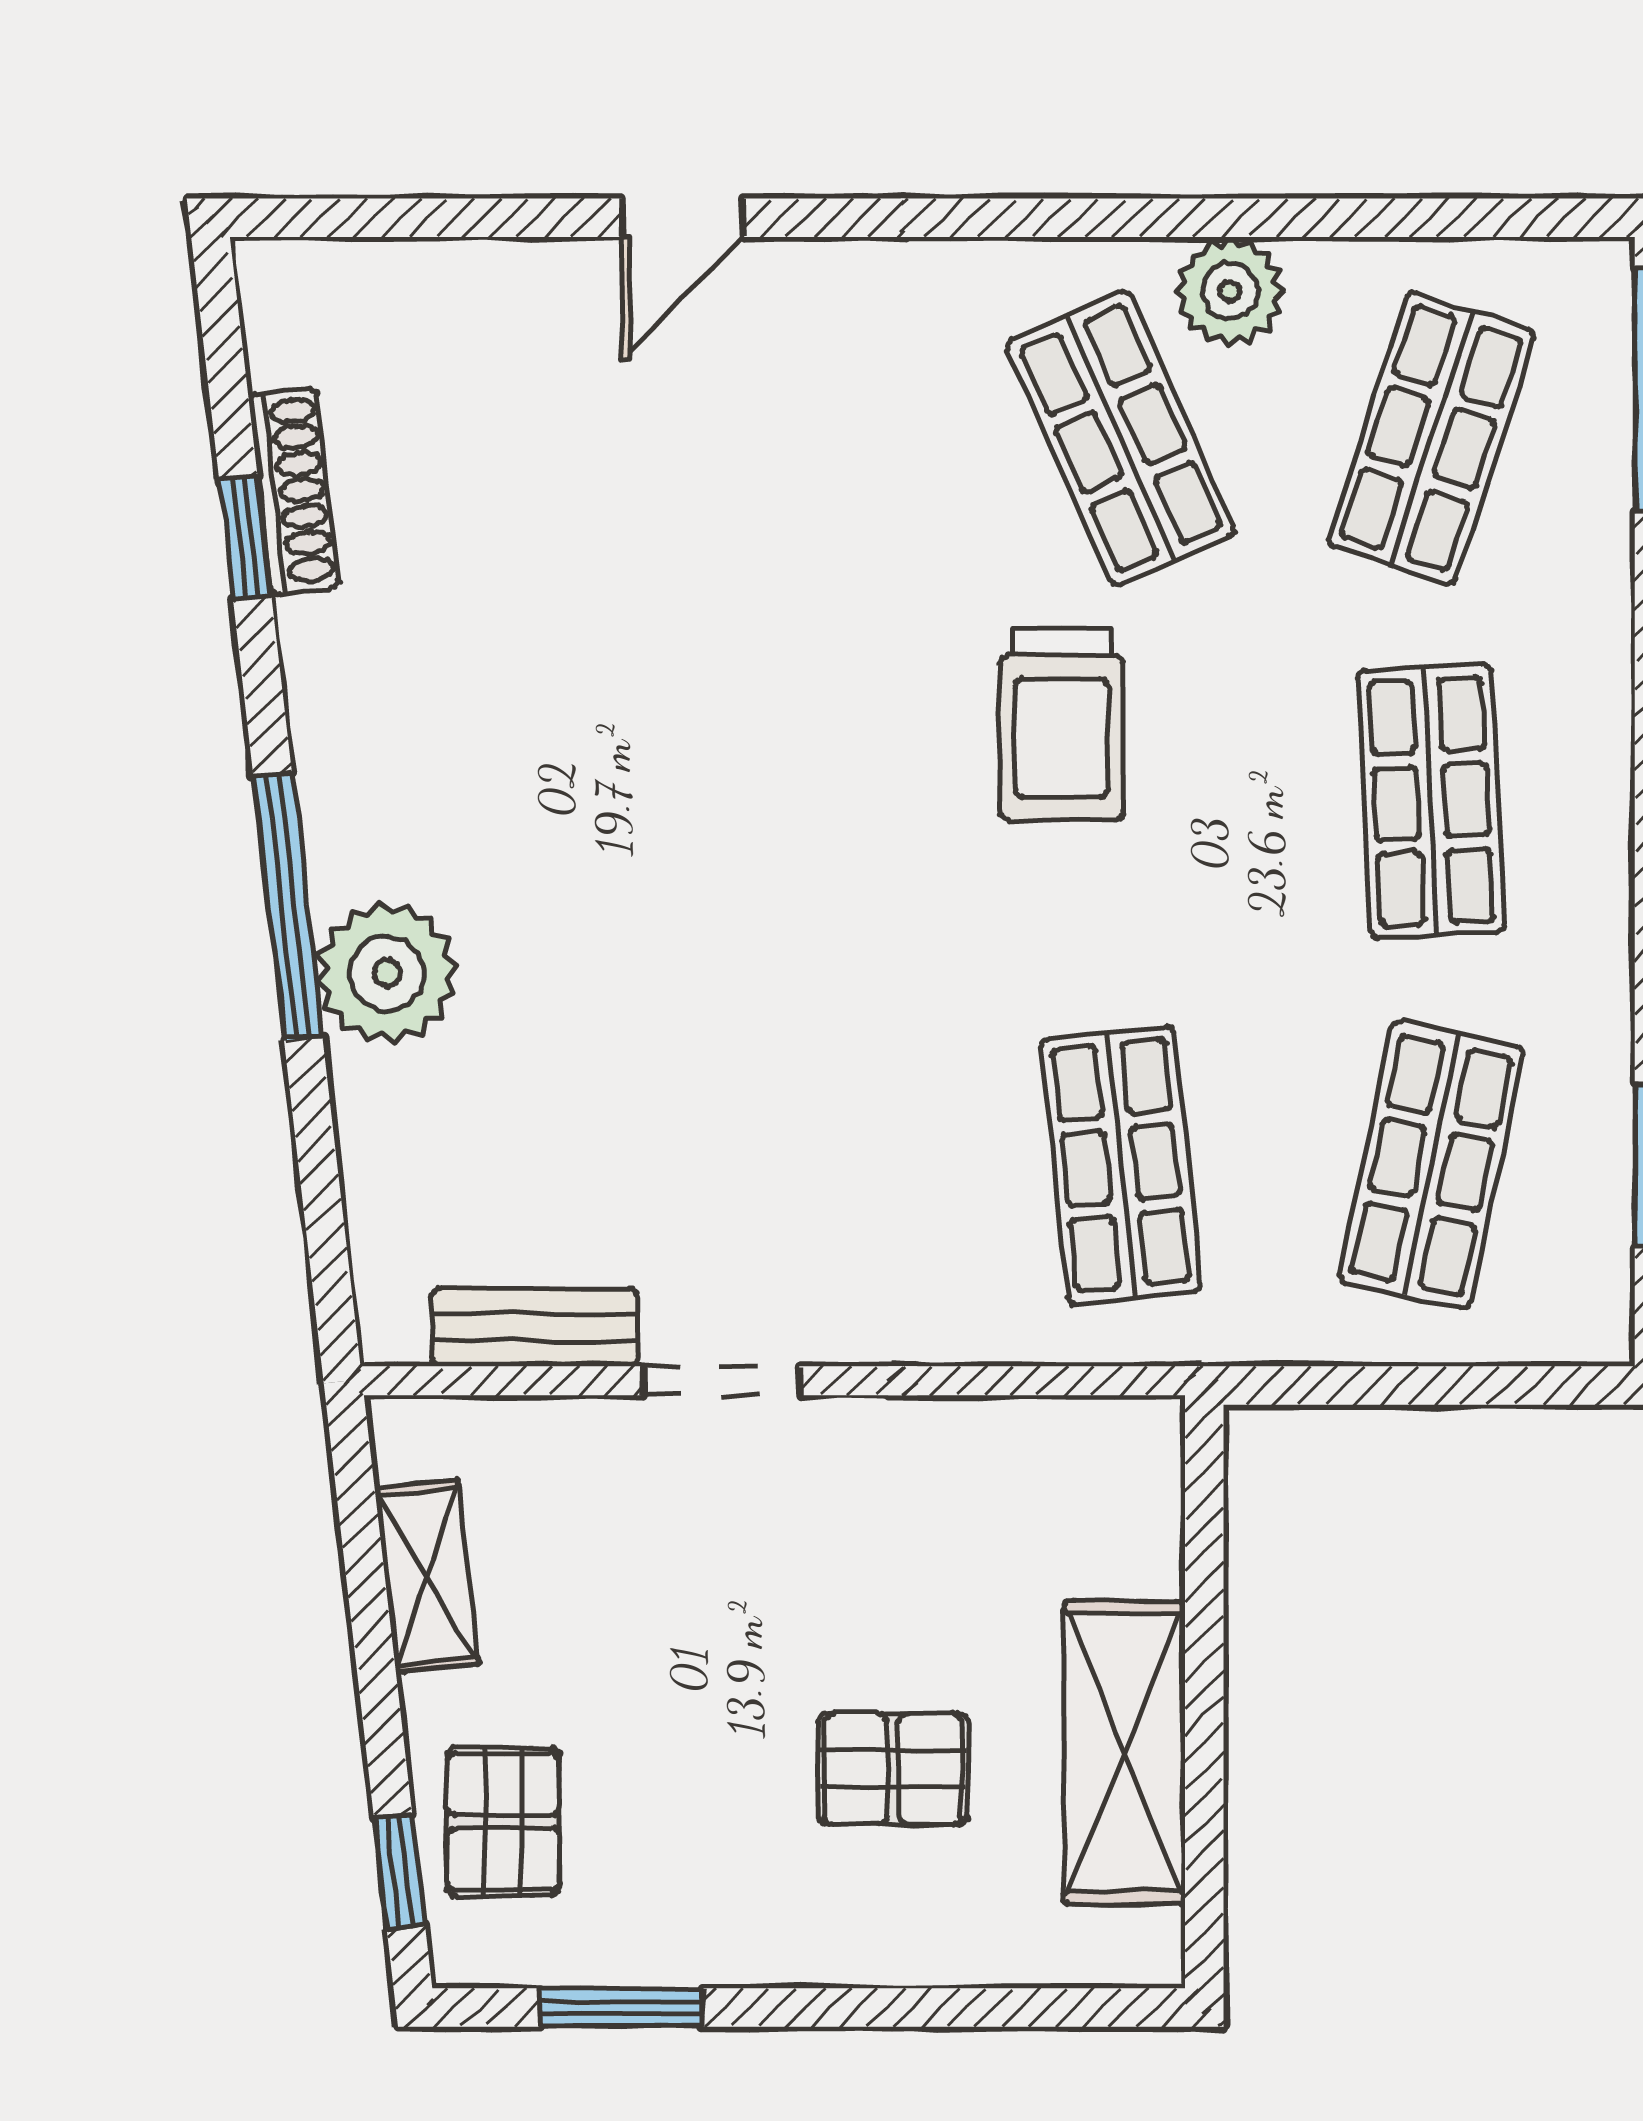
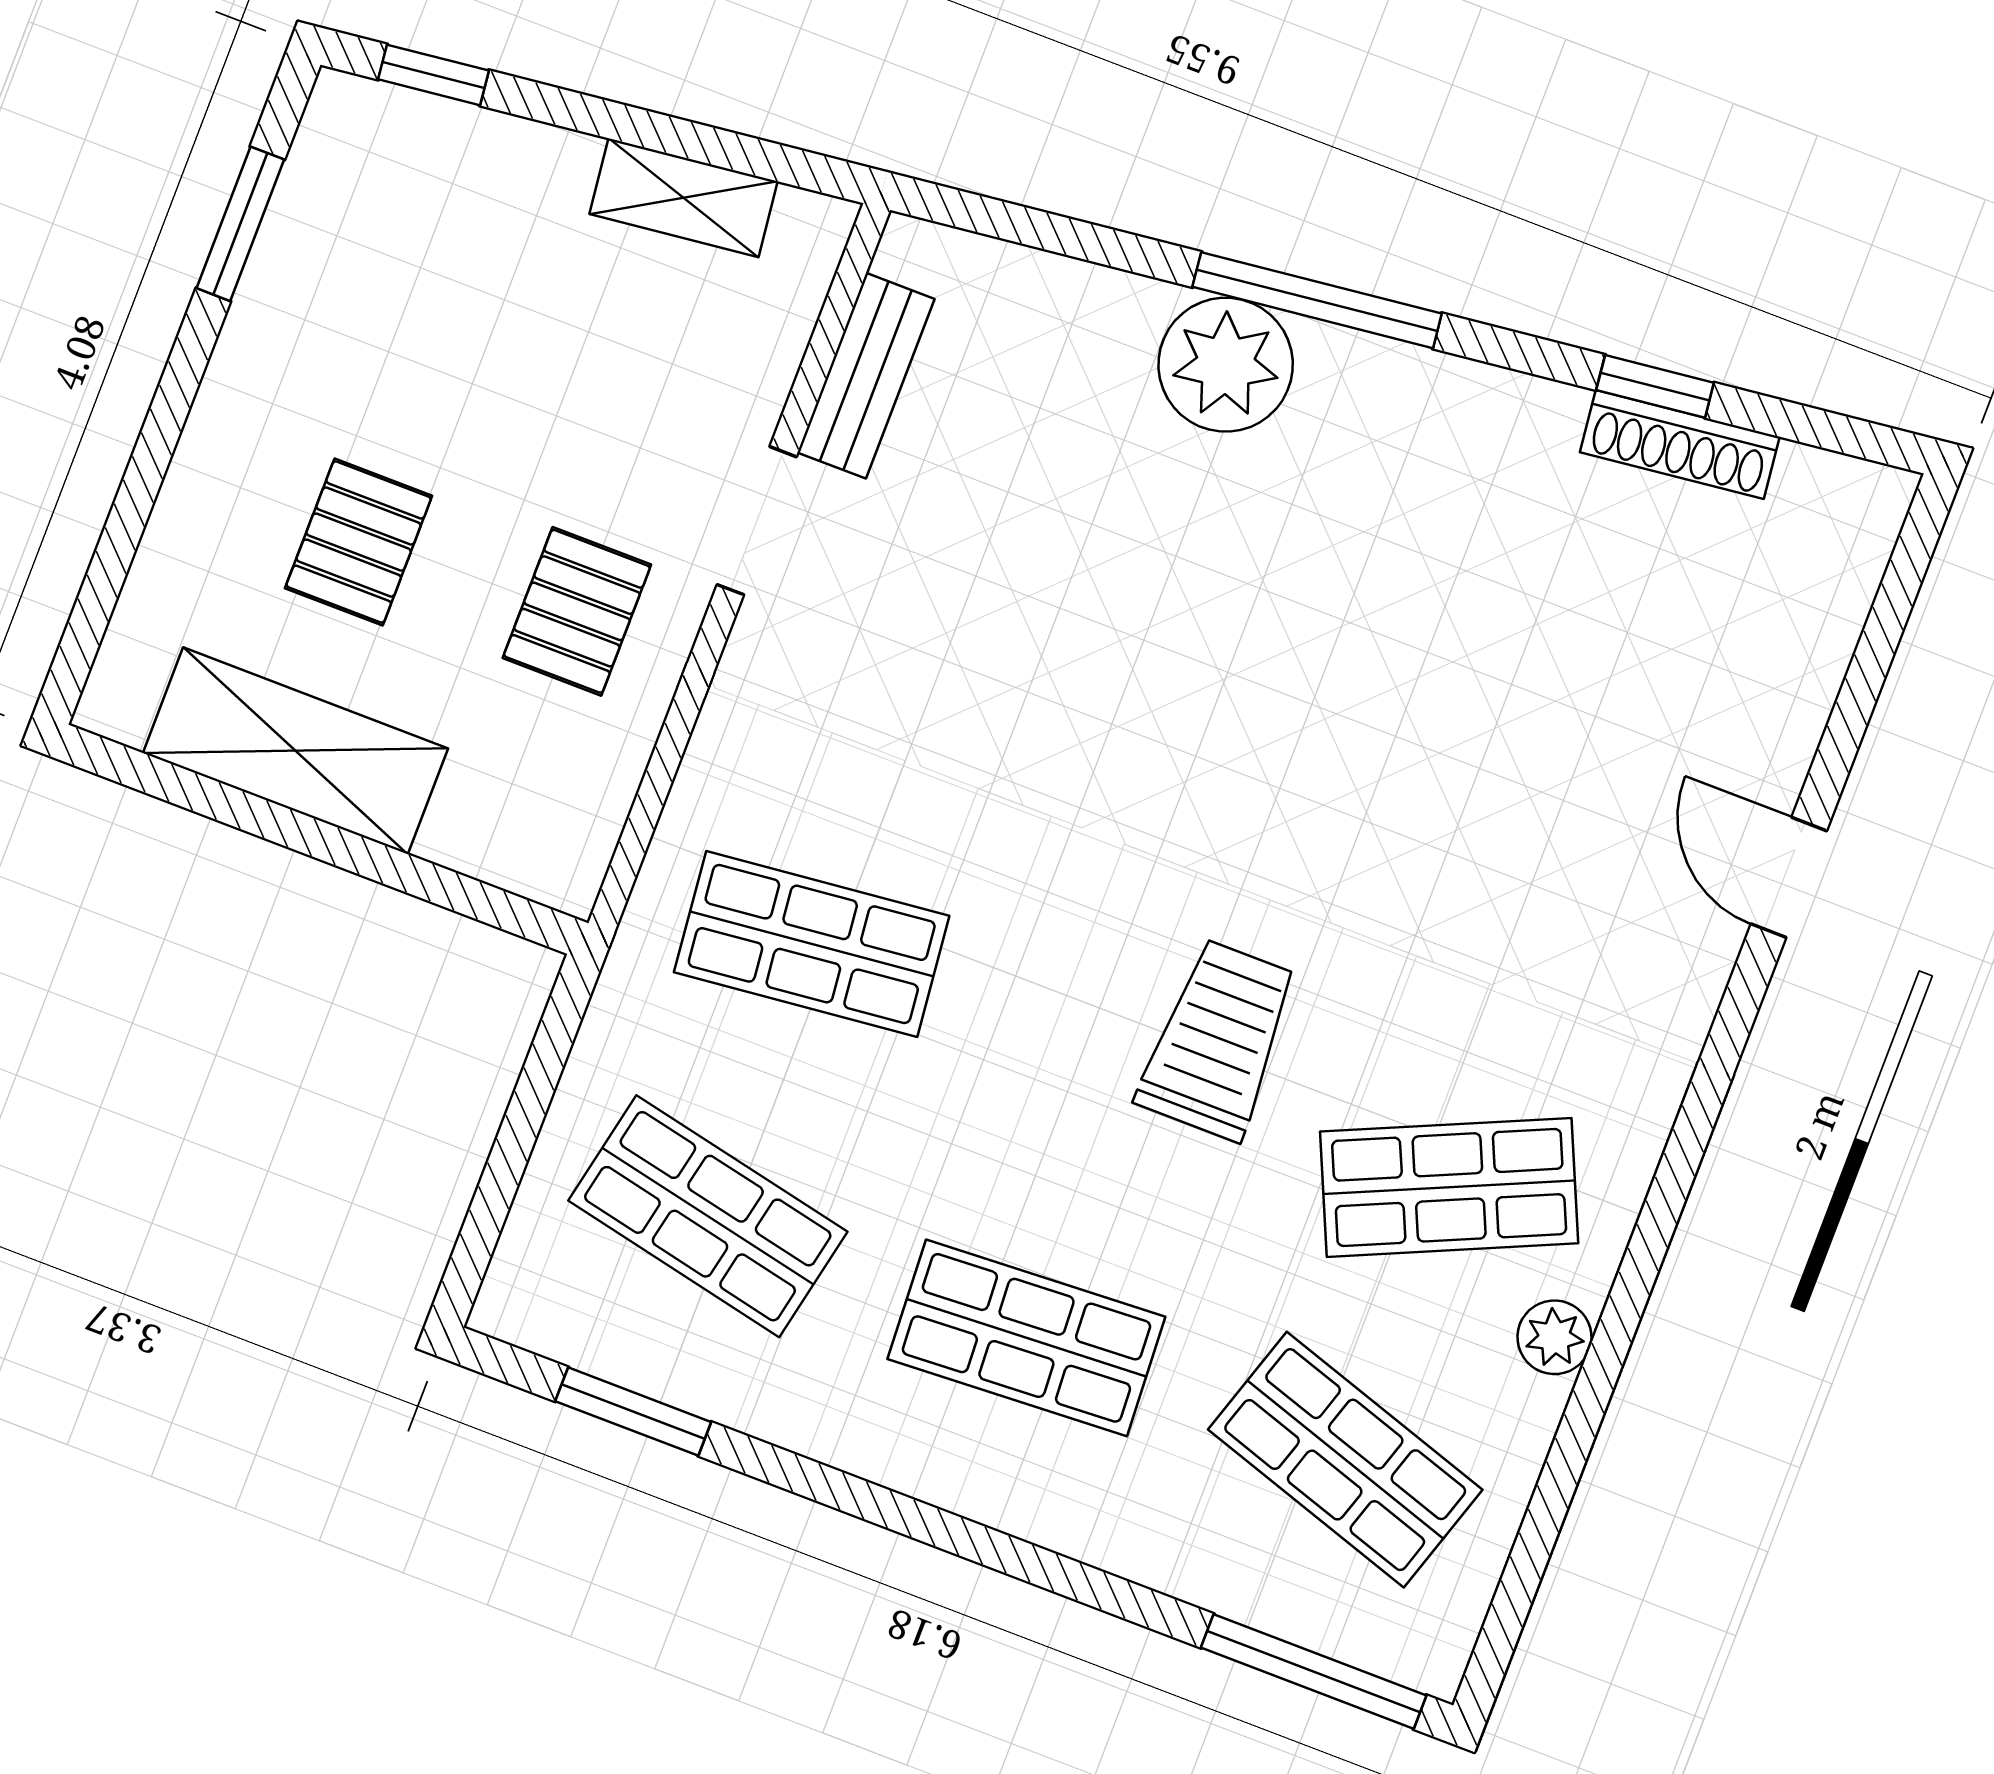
plant: (1230, 291) -> (1554, 1337), width x0.73, depth x0.73
trolley: (1062, 724) -> (1218, 1040), turned 90
pallet: (503, 1822) -> (577, 611), moved, turned 90

